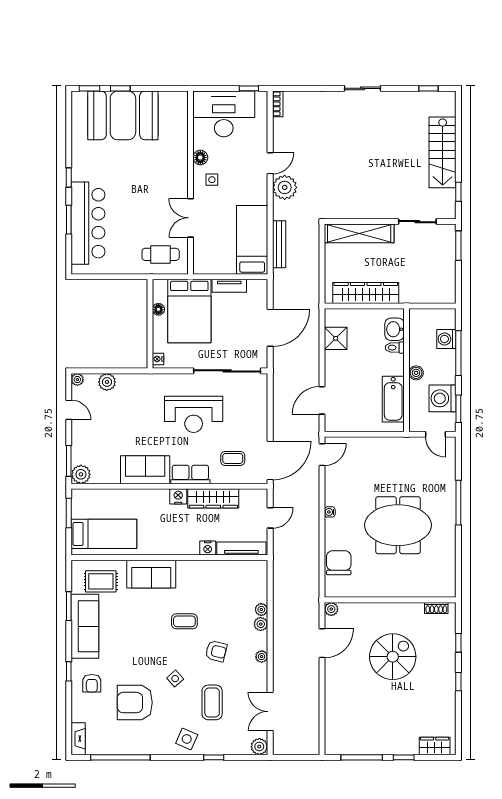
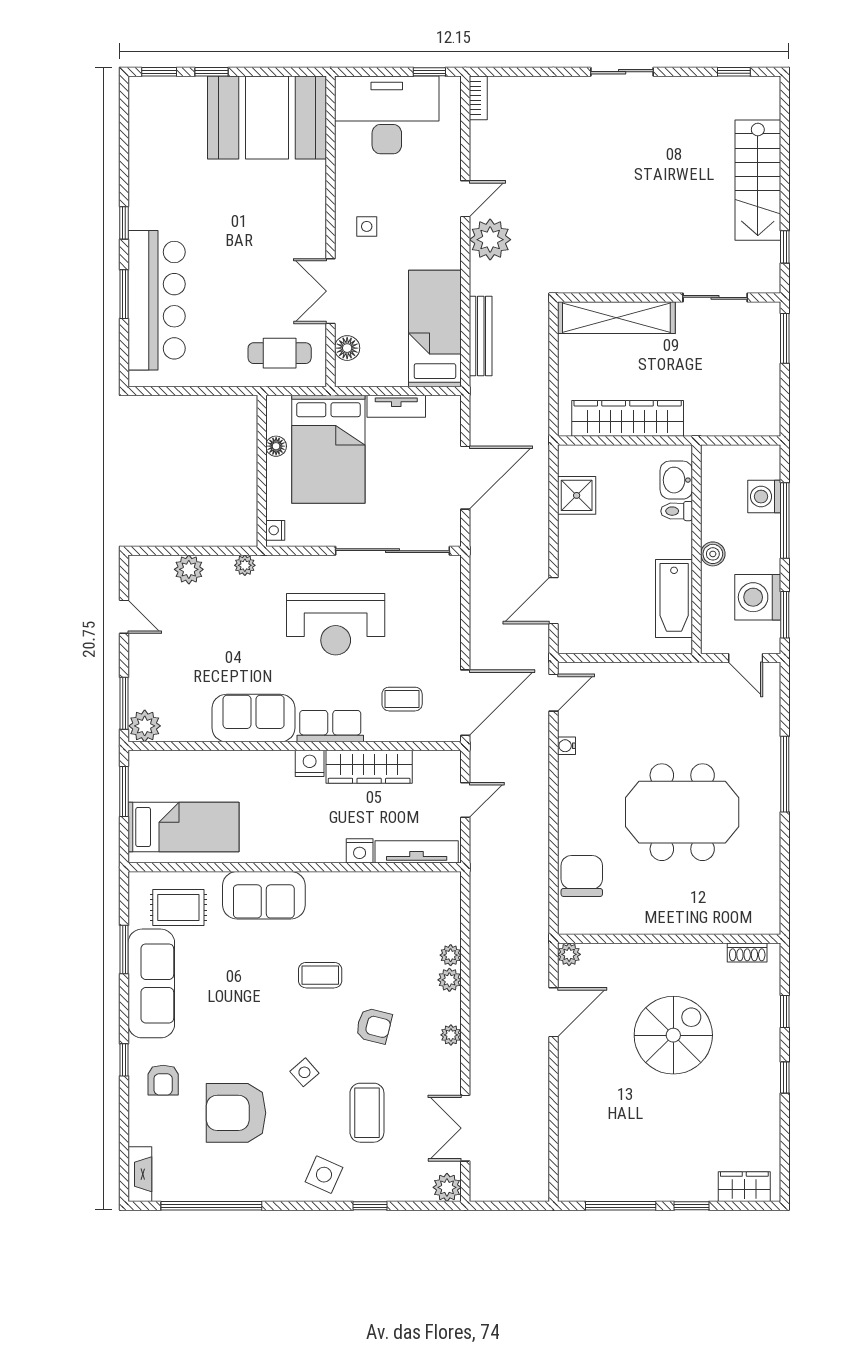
booth: (123, 115) -> (267, 117), moved
floor lamp: (200, 158) -> (347, 348), moved
plant: (77, 380) -> (245, 565), moved
water cooler: (330, 512) -> (567, 746), moved

